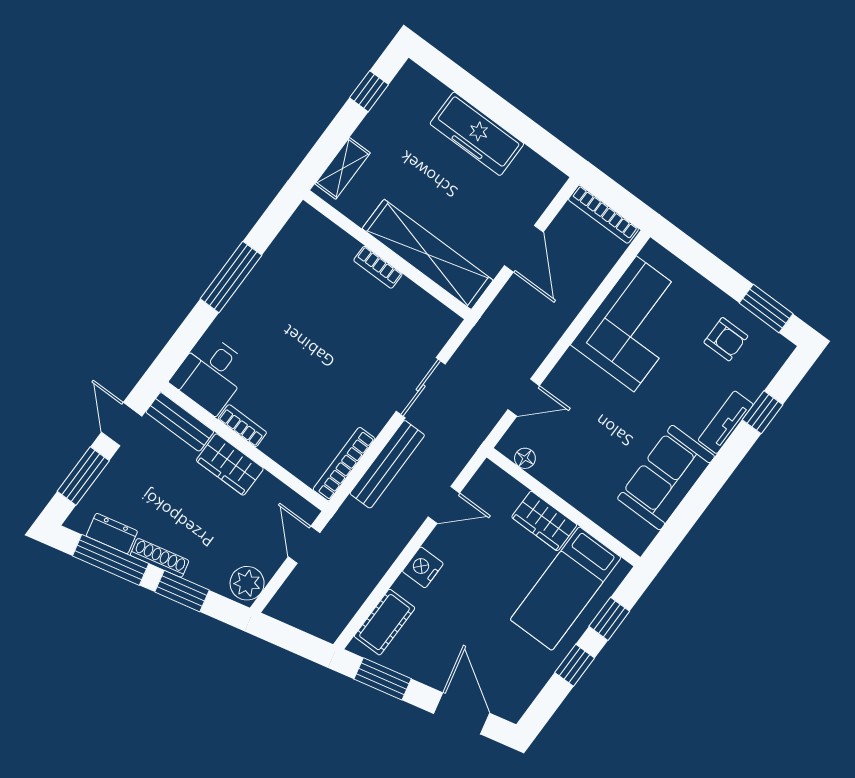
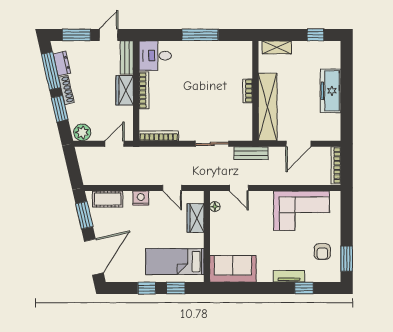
bookcase: (242, 426) -> (144, 90), width x1.56
bench: (387, 464) -> (251, 153), moved, width x0.73
sofa: (666, 478) -> (233, 269), moved
wardrobe: (544, 521) -> (196, 218), moved
door: (462, 713) -> (94, 257), width x1.36

